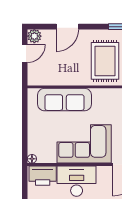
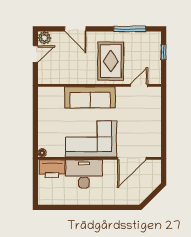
door: (67, 27) -> (75, 29), hinge flipped
sofa: (64, 100) -> (90, 97), moved

